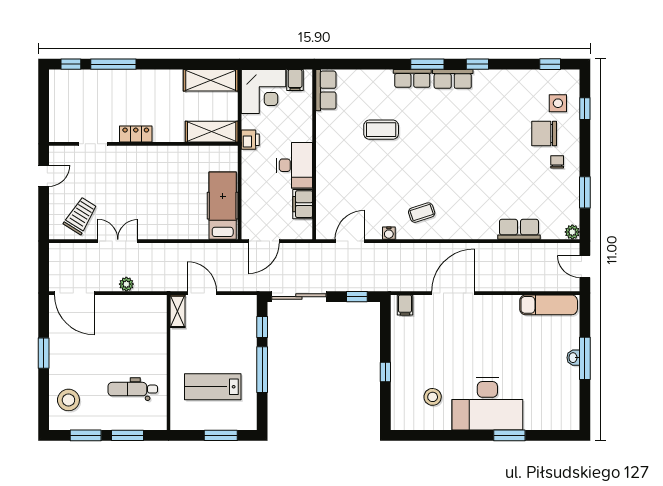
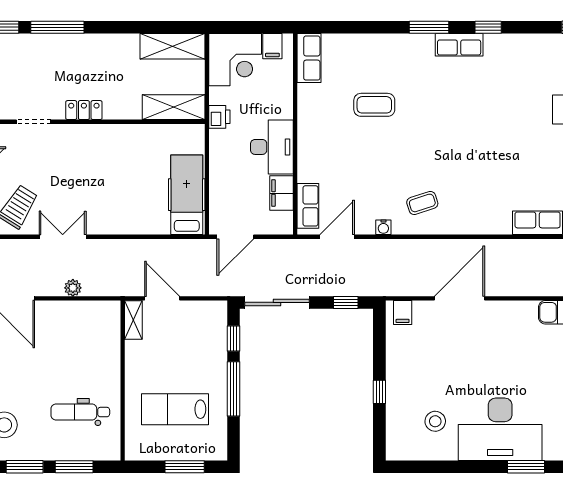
row of seats: (412, 78) -> (308, 206), moved, turned -90

